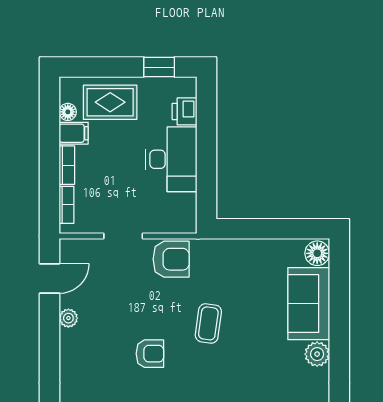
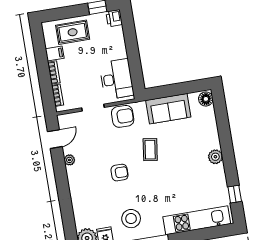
printer: (185, 111) -> (114, 18), moved
floor lamp: (68, 112) -> (49, 42), removed
desk: (171, 159) -> (116, 79), moved
sofa: (309, 304) -> (168, 109), moved, turned -90

